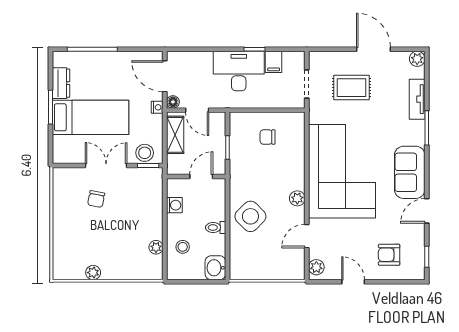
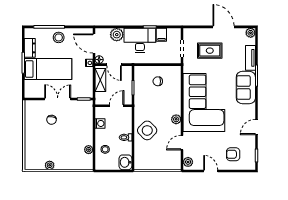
plant: (201, 62) -> (117, 35), added
stool: (145, 153) -> (59, 37), moved
sofa: (410, 172) -> (246, 88), moved

